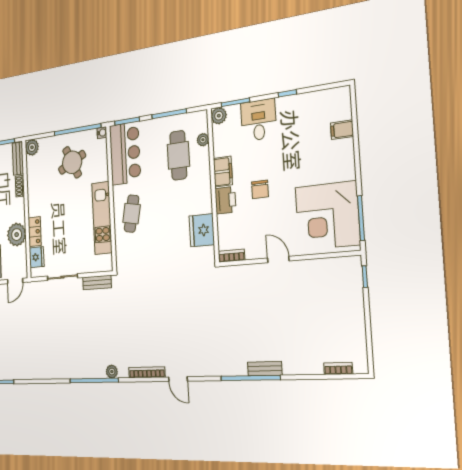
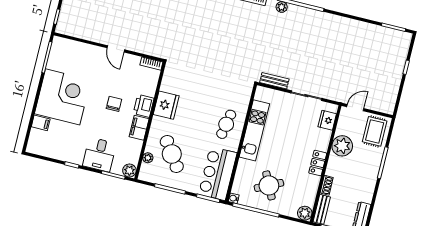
cafe table: (178, 155) -> (172, 154), turned -35
corner desk: (327, 216) -> (63, 97), moved
fridge: (202, 230) -> (166, 105), moved
locker: (35, 232) -> (318, 163), moved

